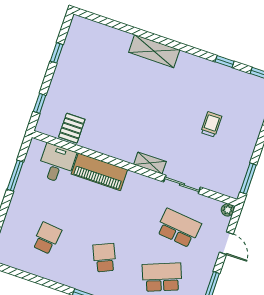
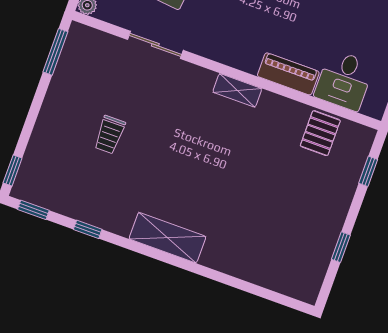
shelving: (154, 51) -> (167, 238), moved
shelving: (150, 163) -> (237, 90), moved
piano: (99, 172) -> (288, 74), width x0.73, depth x0.75

